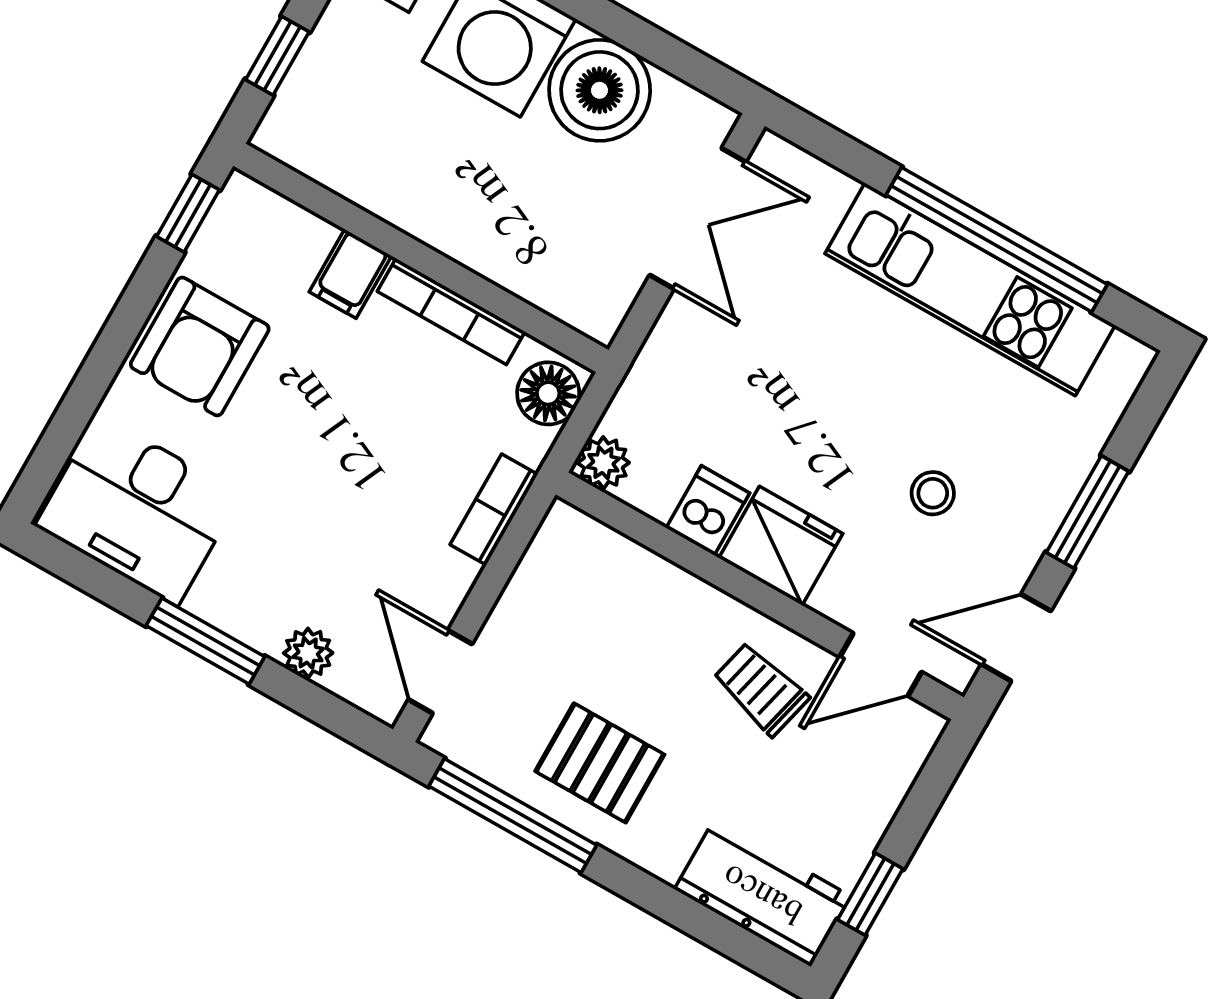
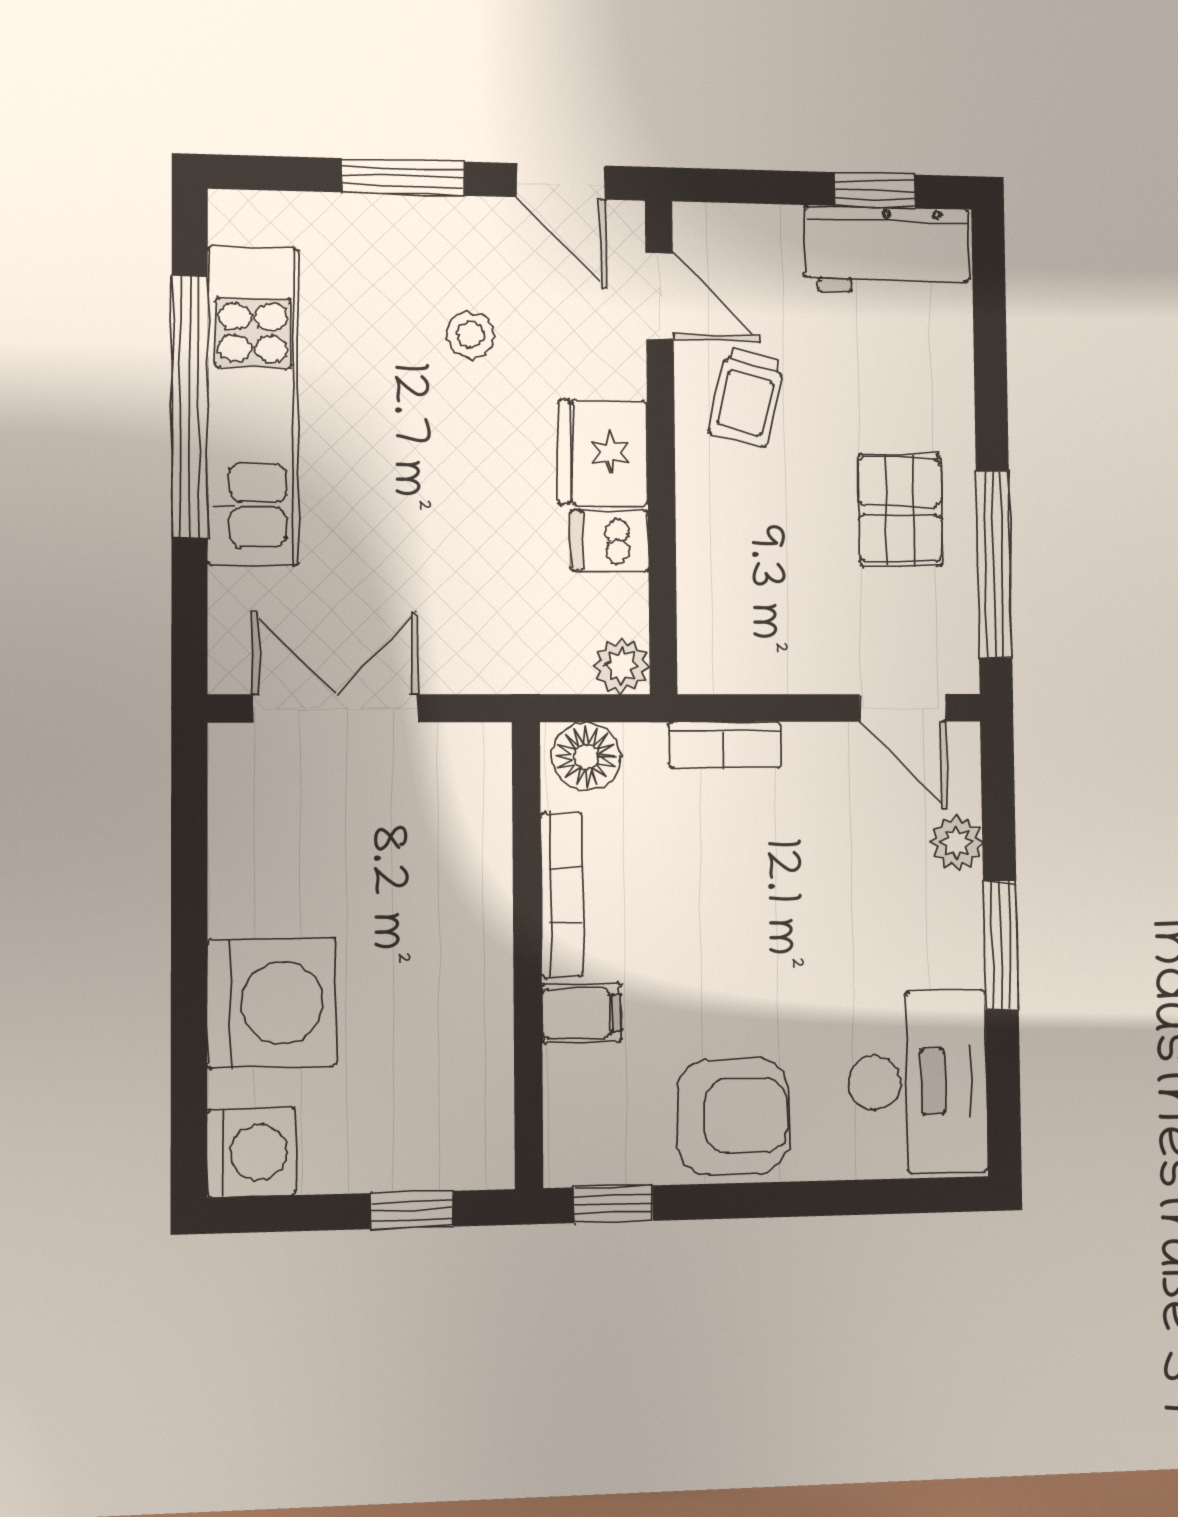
boiler: (600, 90) -> (265, 876), removed
door: (440, 672) -> (903, 708), hinge flipped
workbench: (763, 893) -> (887, 250), moved, turned -90

